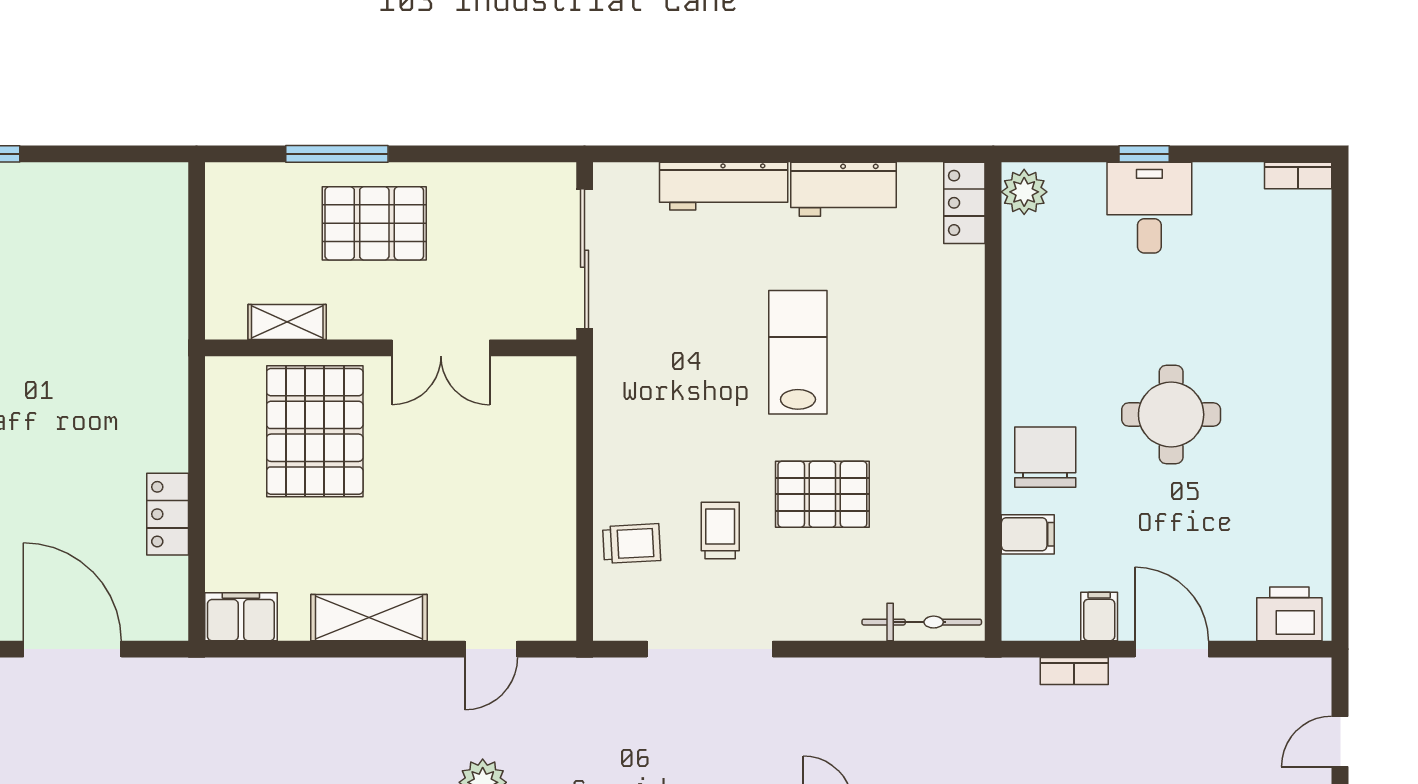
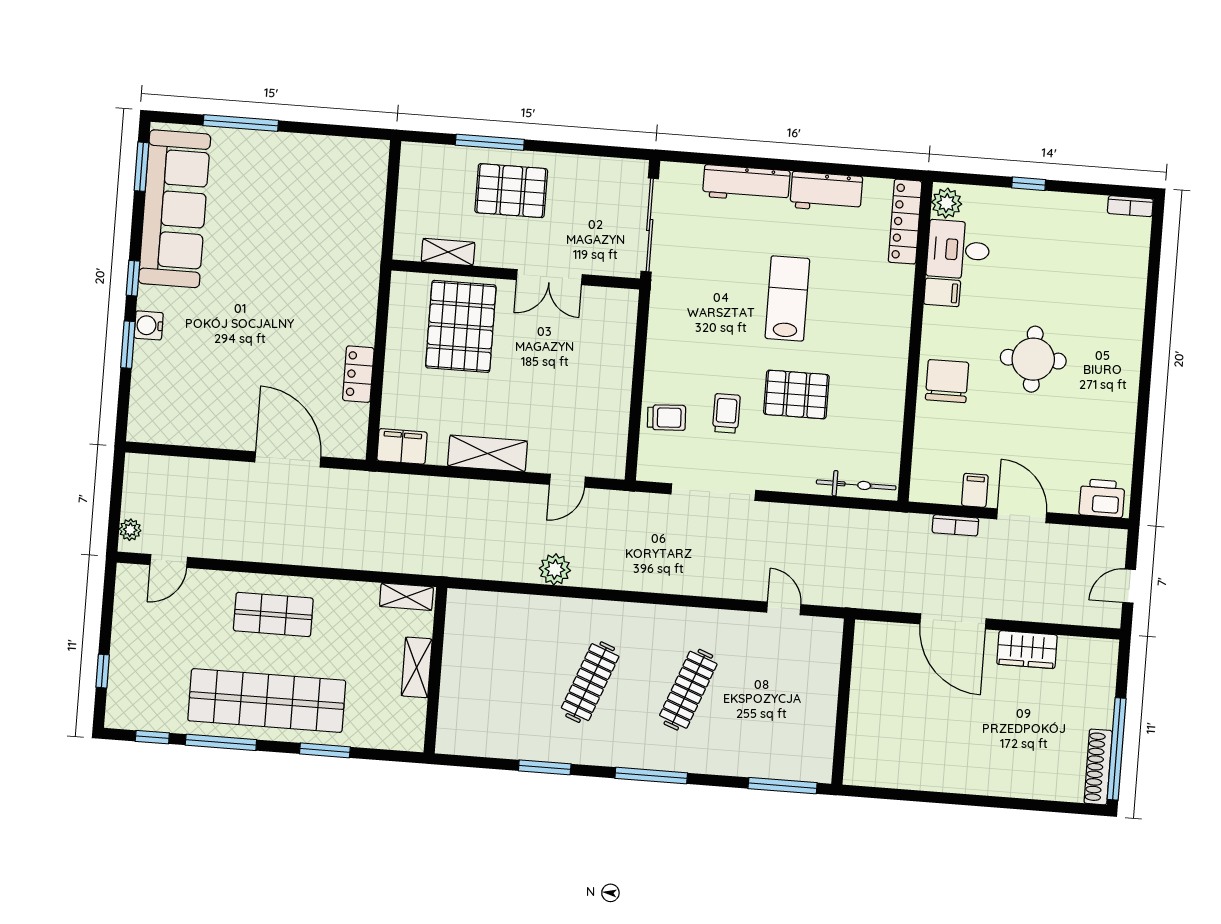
locker: (964, 203) -> (905, 222), width x1.53
desk: (1149, 208) -> (958, 250), moved, turned -90
filing cabinet: (1028, 534) -> (942, 292), moved

